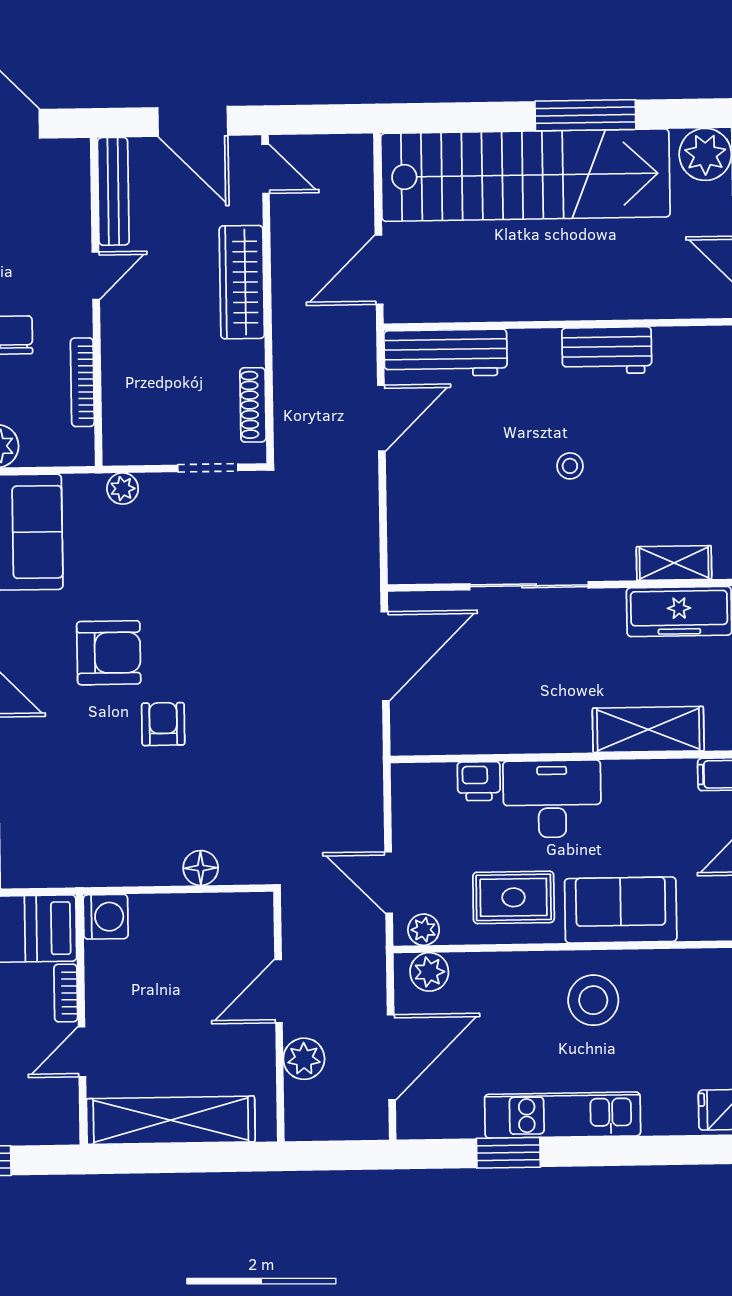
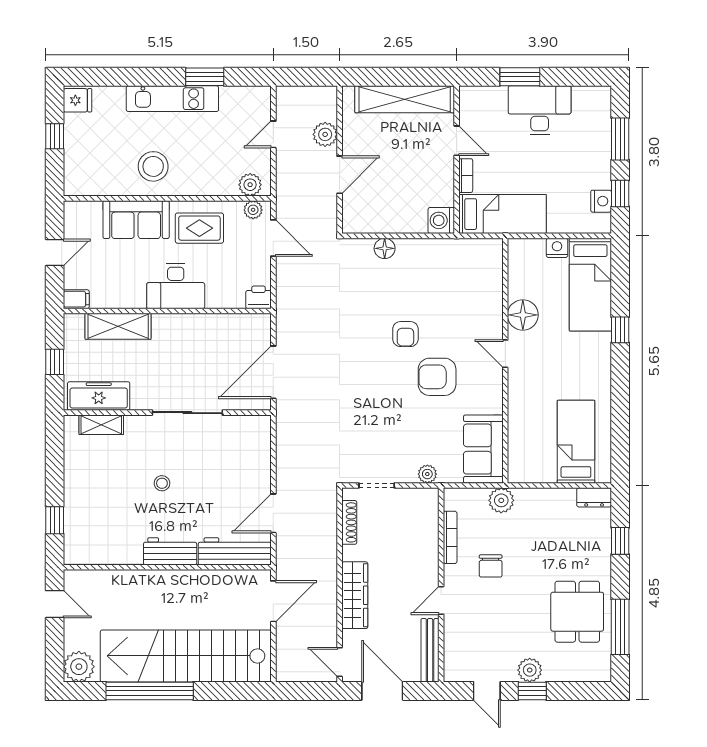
window: (585, 115) -> (150, 691), width x1.46
workbench: (607, 350) -> (170, 551), moved
printer: (479, 781) -> (258, 297), moved
door: (82, 1052) -> (457, 141), hinge flipped
door: (391, 1057) -> (273, 134), width x0.53

